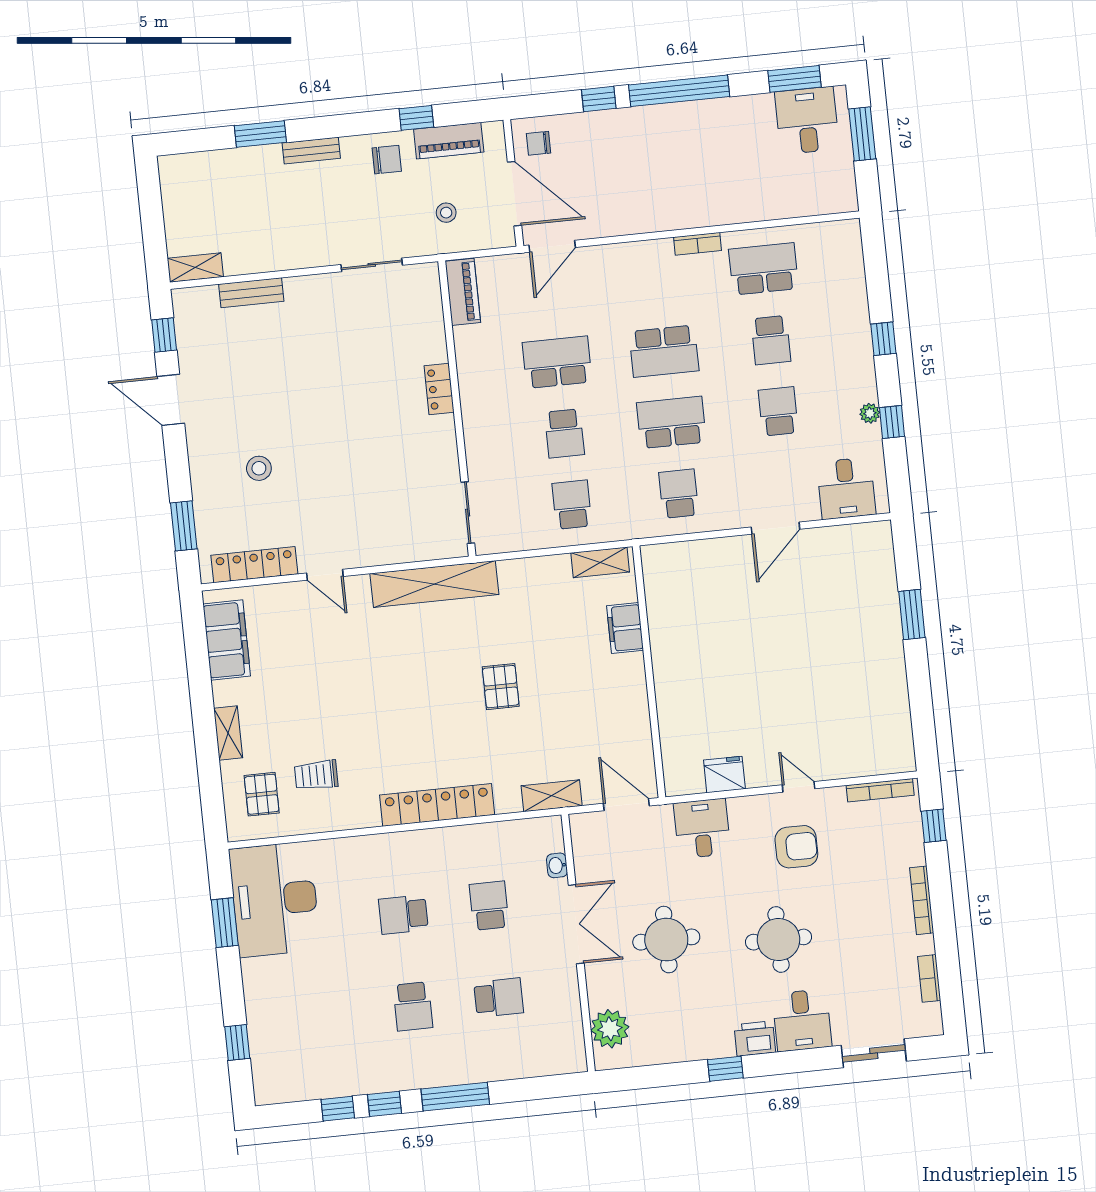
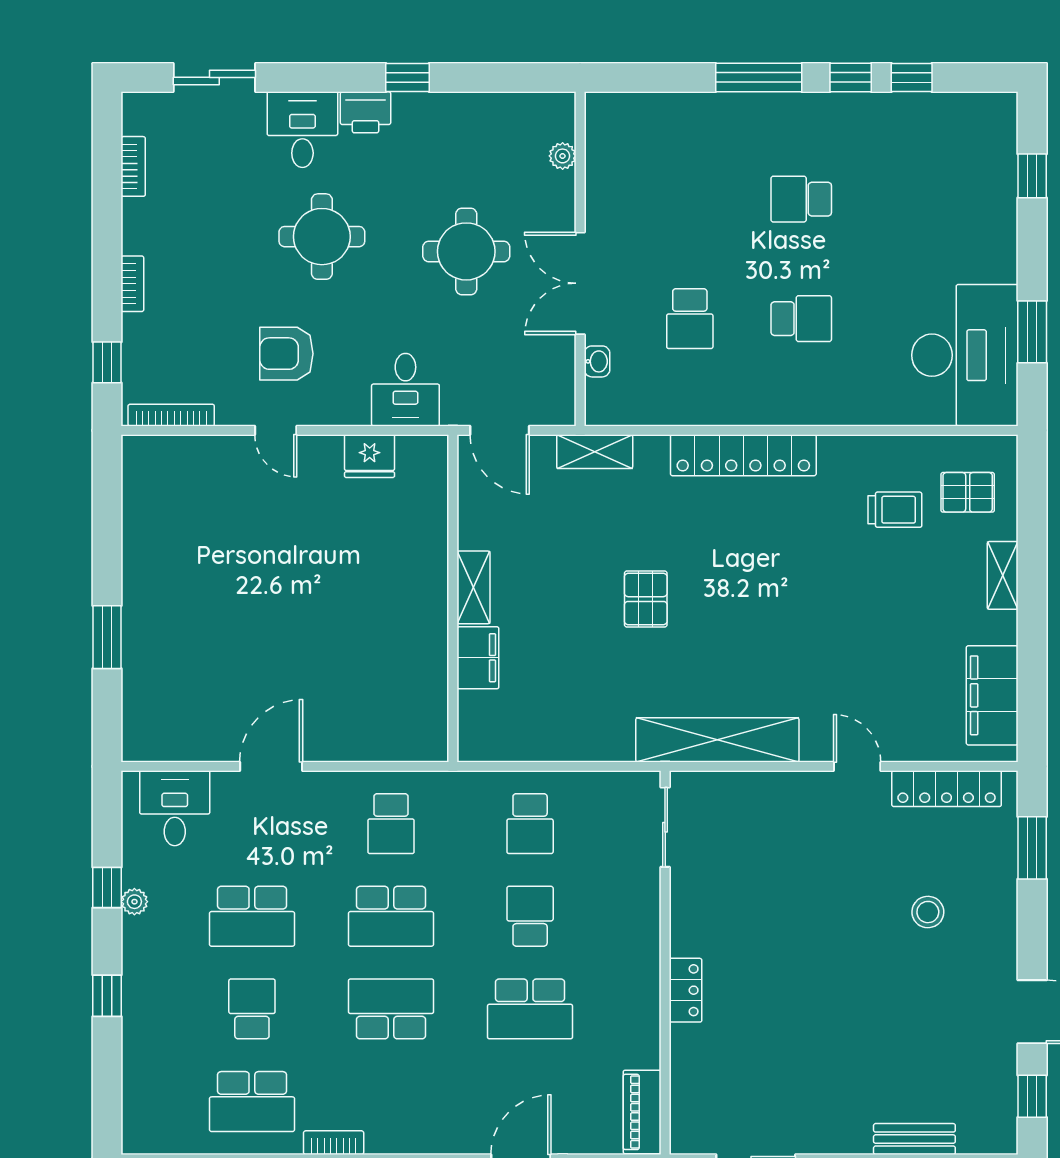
school desk: (778, 411) -> (252, 916), width x1.85
shelving: (600, 562) -> (474, 587), moved, turned 90
pallet: (262, 794) -> (968, 492), turned 90
bookcase: (922, 900) -> (132, 284), width x0.64
school desk: (499, 998) -> (690, 199), removed
school desk: (413, 1006) -> (801, 199), turned -90
plant: (610, 1029) -> (563, 156), width x0.53, depth x0.53

